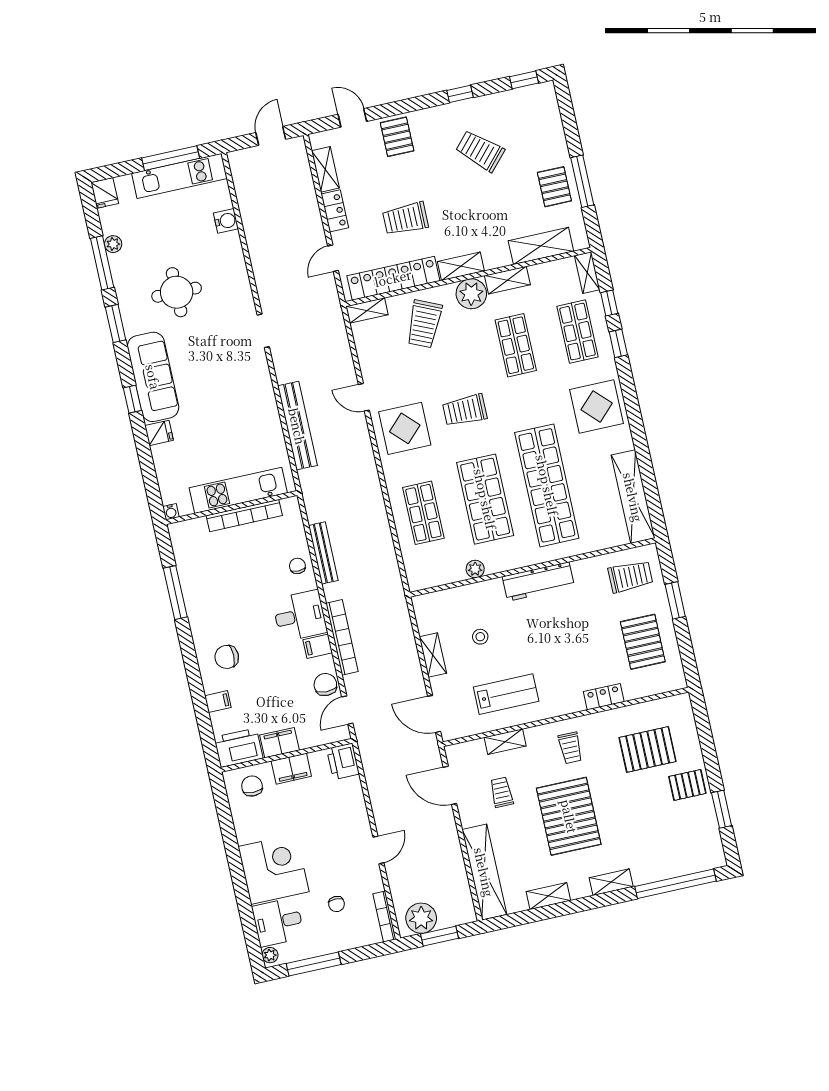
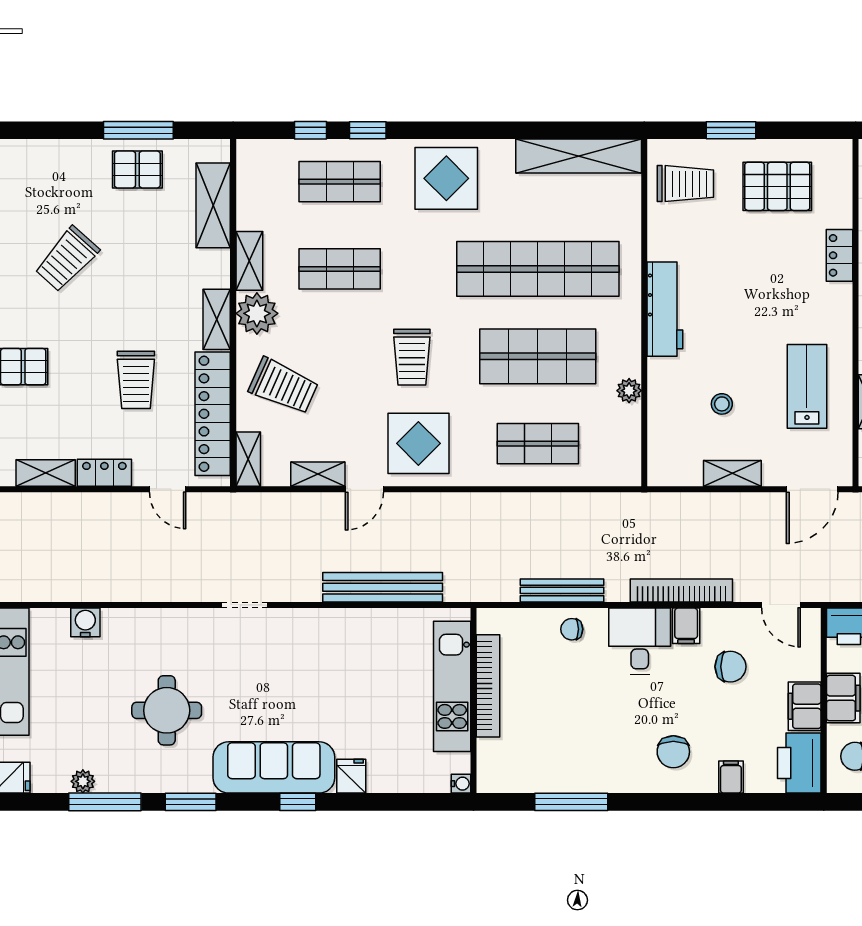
shelving: (587, 273) -> (318, 474), moved
trolley: (630, 576) -> (685, 184), turned 90
chair: (325, 685) -> (730, 667), moved, turned 180

